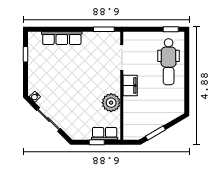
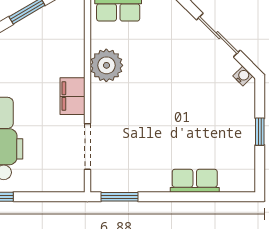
row of seats: (62, 38) -> (195, 181), width x0.68
window: (25, 54) -> (260, 132), moved

